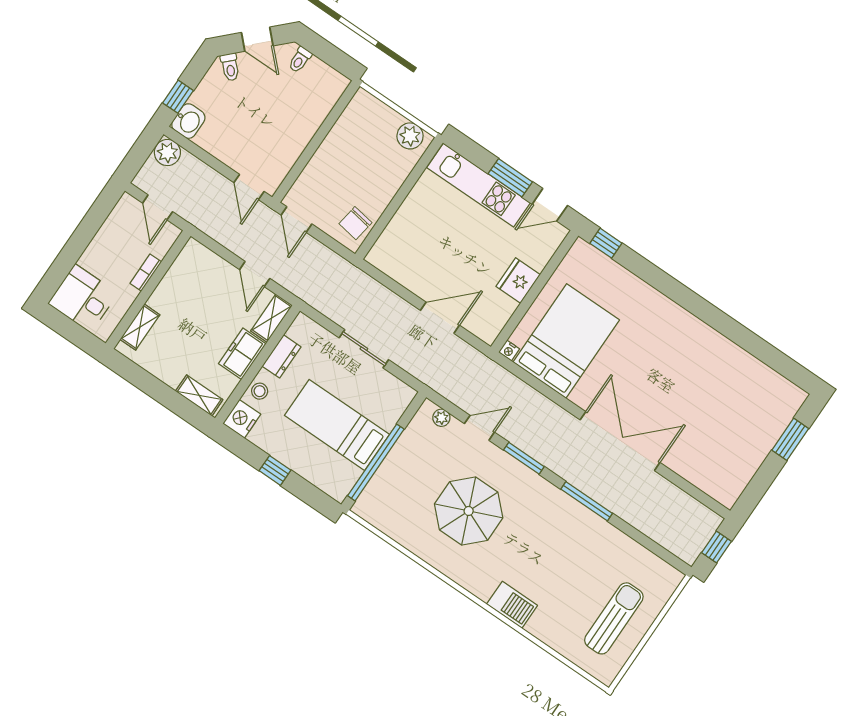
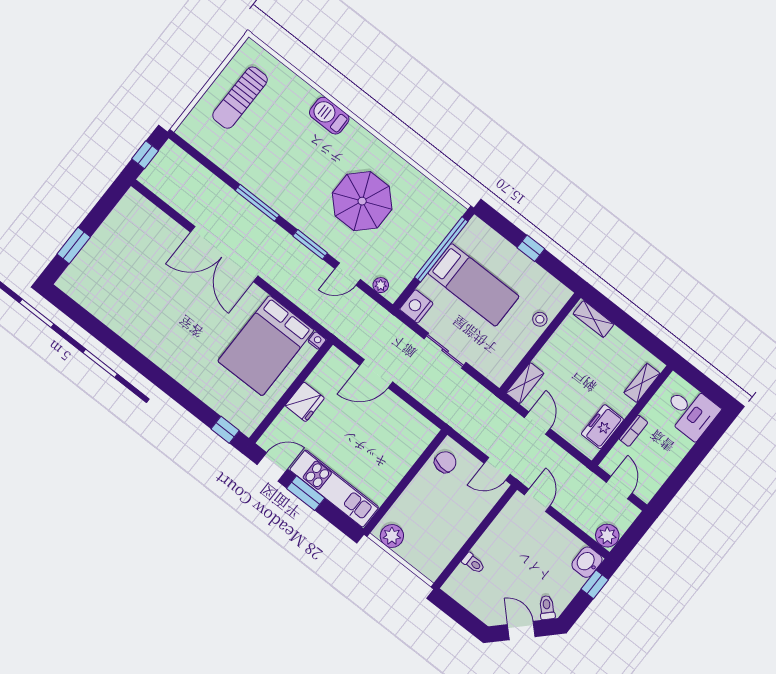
toilet: (300, 60) -> (473, 563), moved, turned 90
door: (296, 219) -> (497, 469), swing flipped
freezer: (242, 354) -> (602, 427), moved, turned 180
dresser: (282, 356) -> (518, 349), removed
nightstand: (242, 419) -> (416, 306), moved, turned 180

